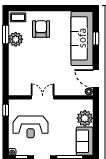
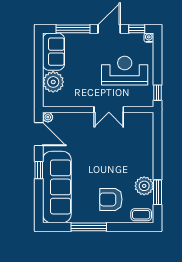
window: (58, 8) -> (89, 227), added
armchair: (41, 29) -> (111, 199), turned 90
window: (96, 39) -> (39, 170), moved

